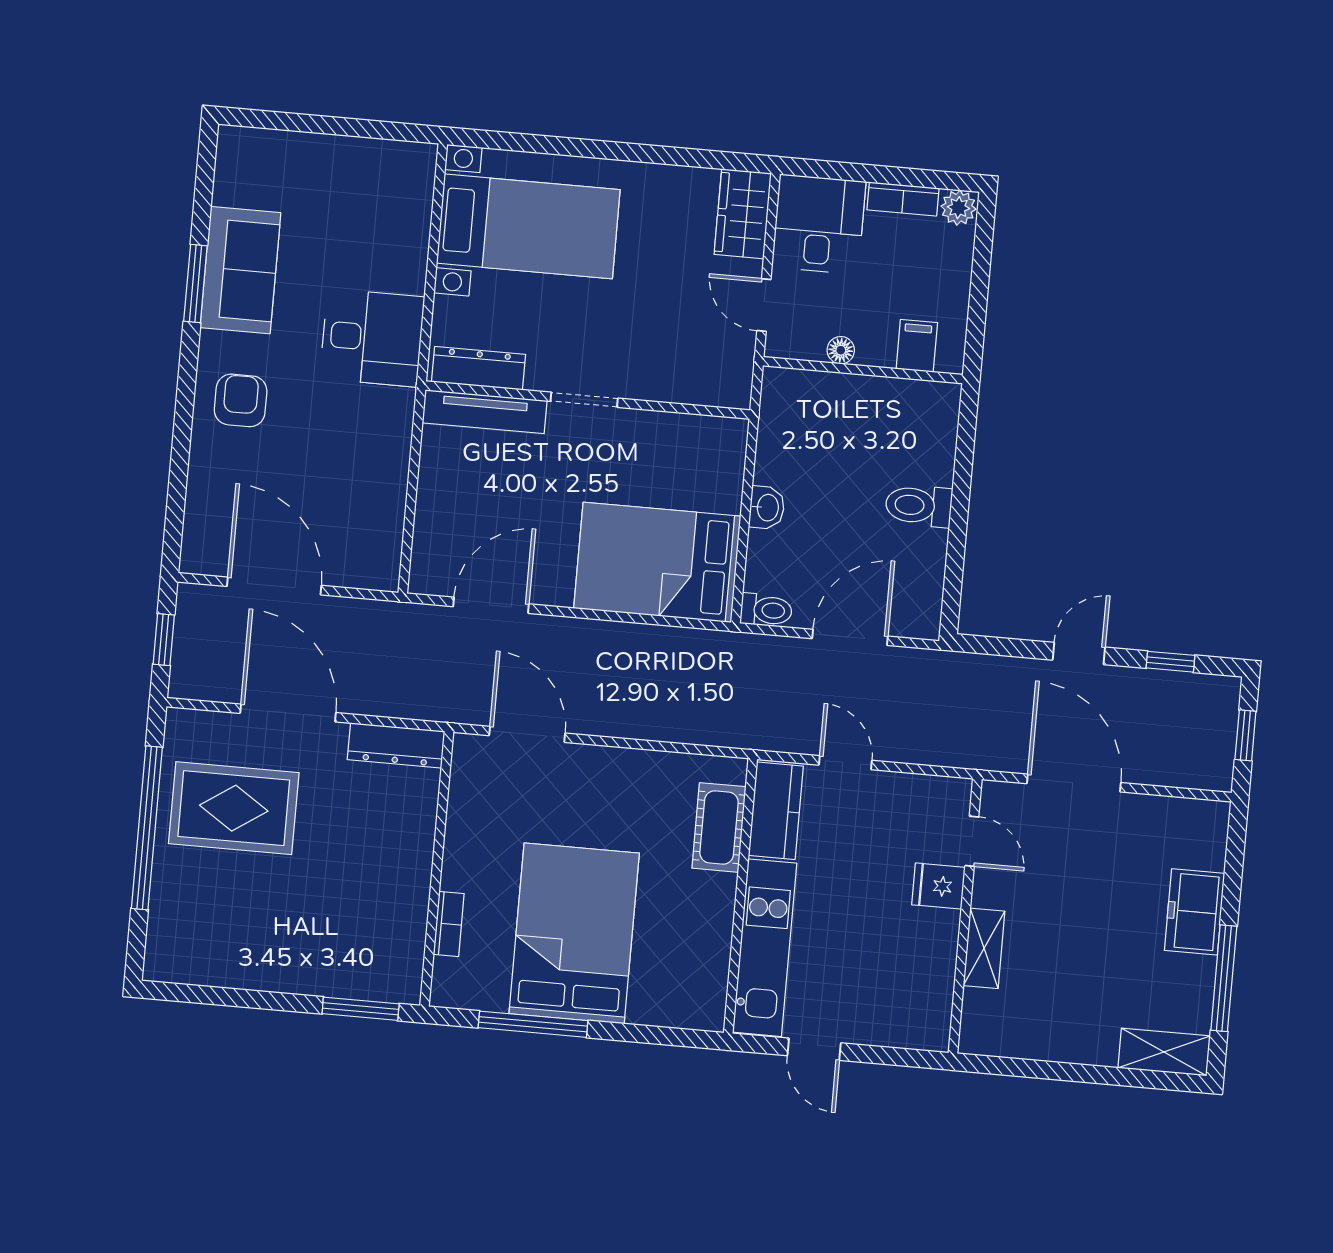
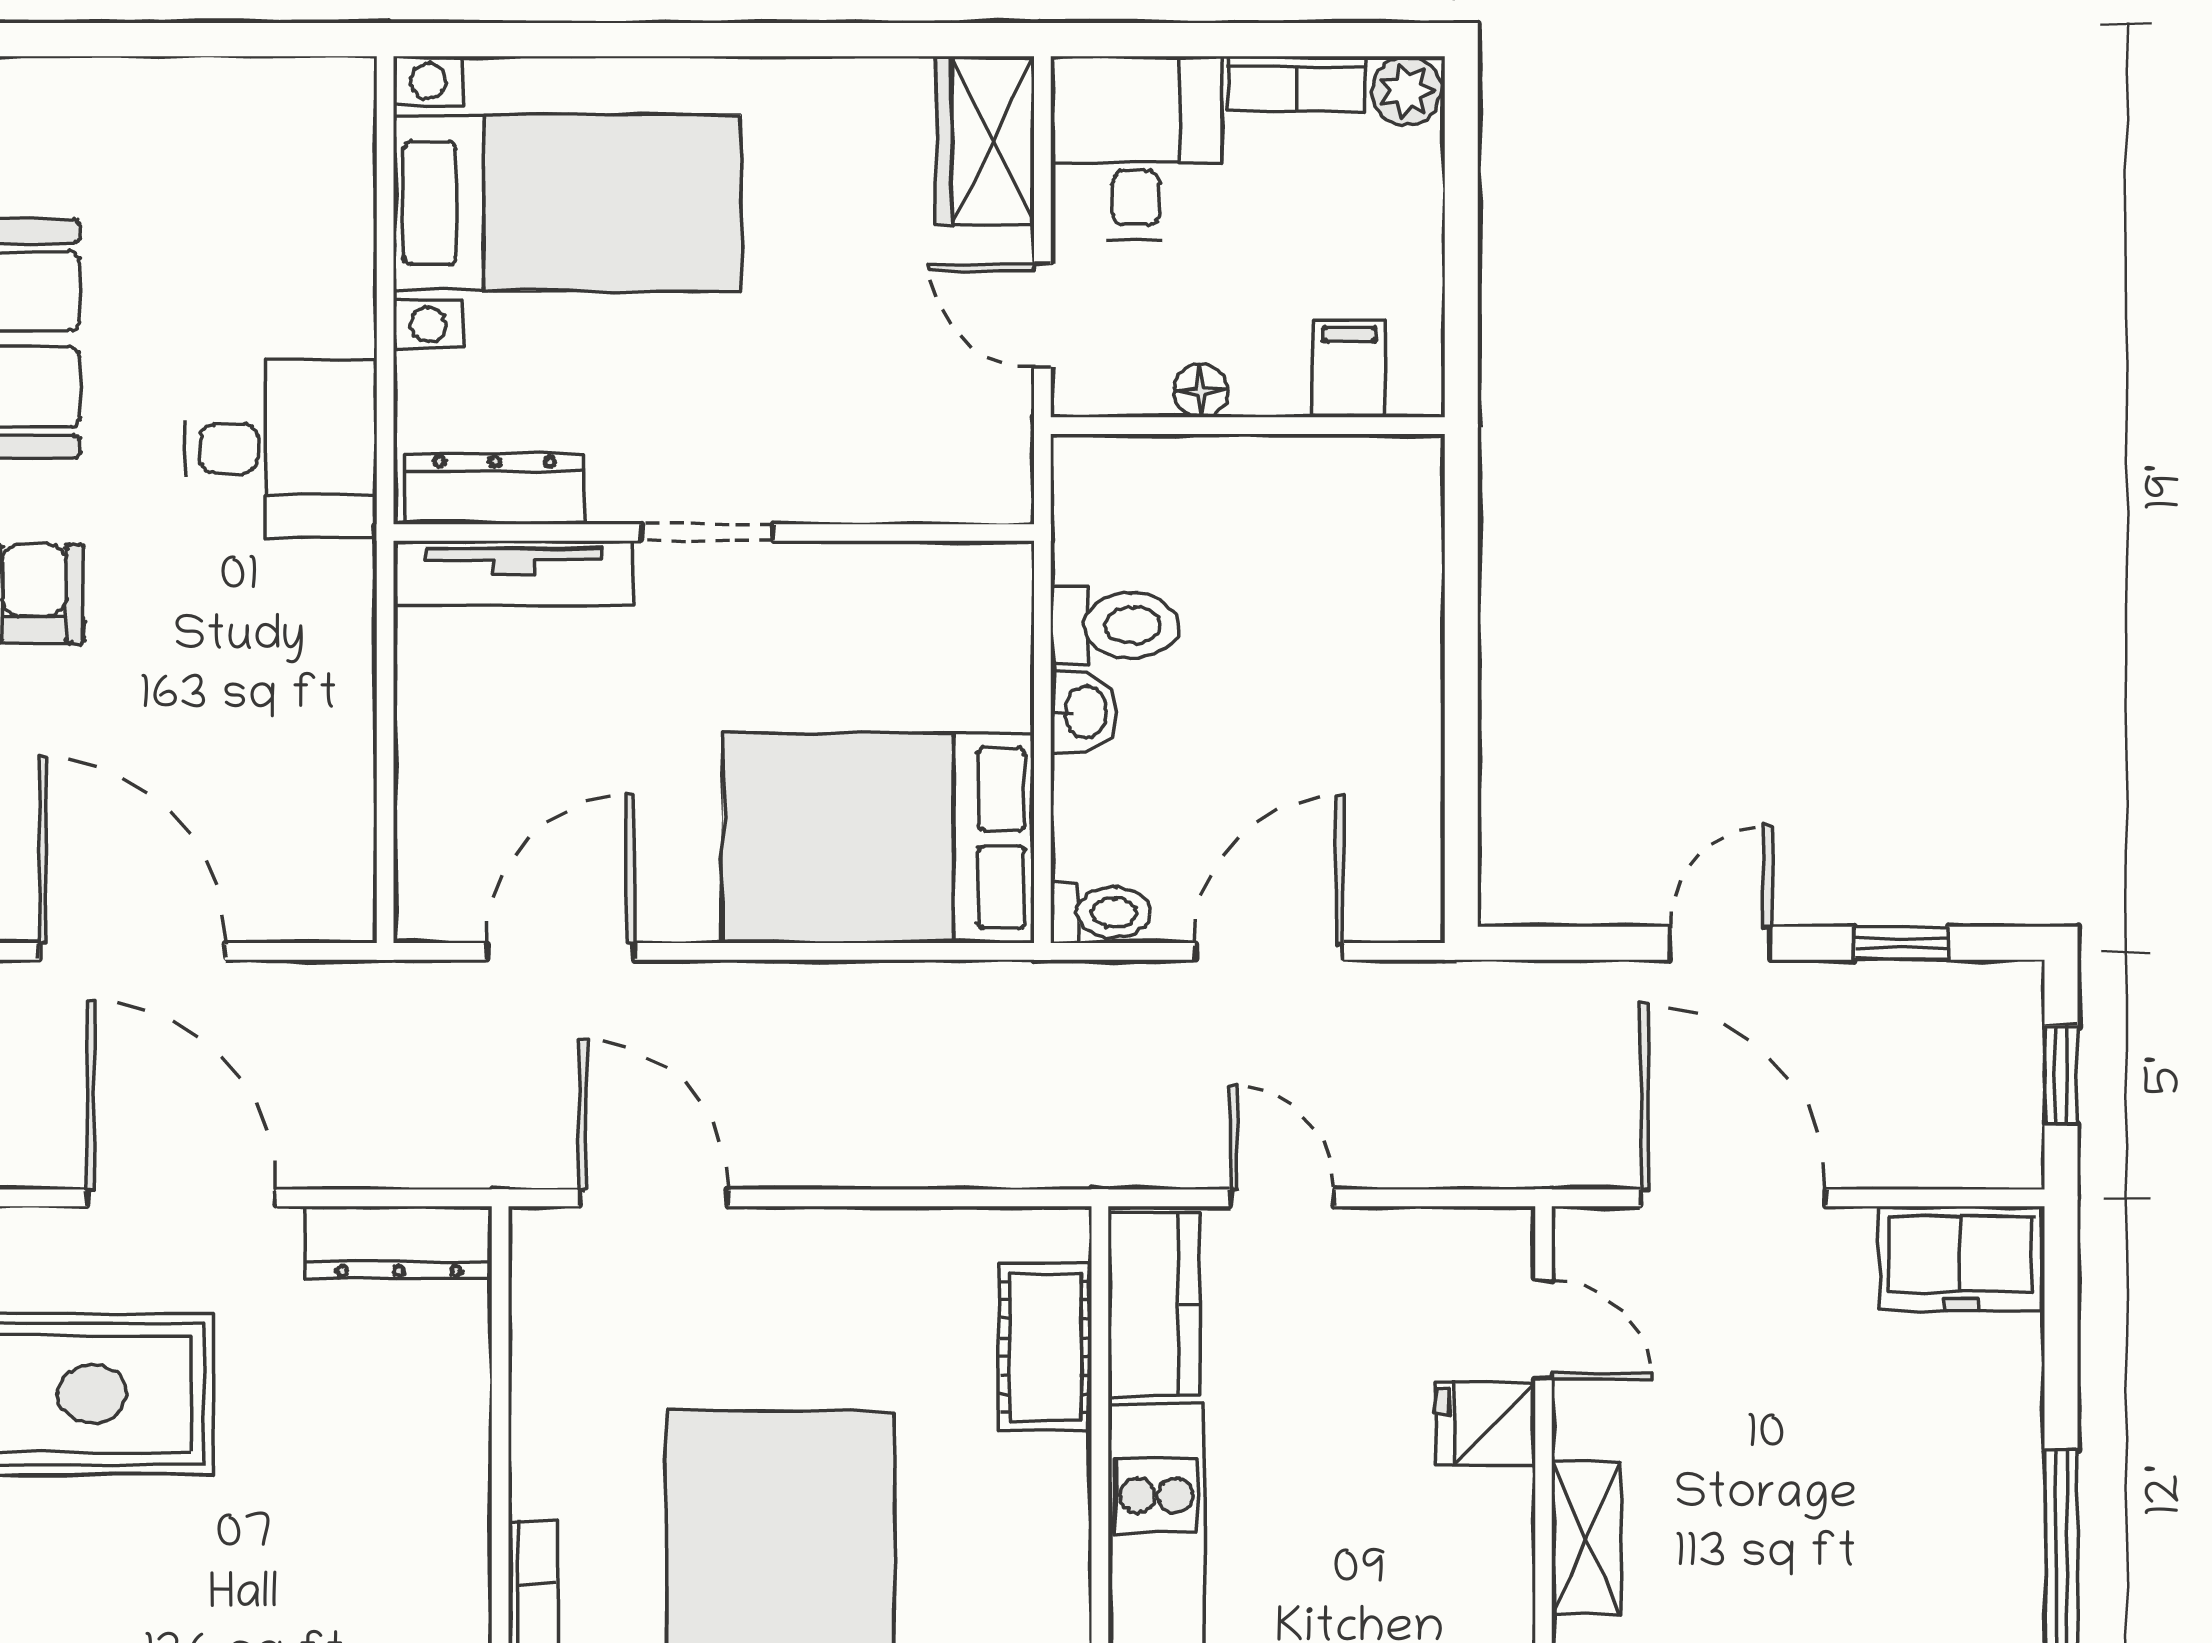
toilet: (919, 506) -> (1115, 625), moved, turned 180
freezer: (1195, 912) -> (1961, 1259), moved, turned -90

